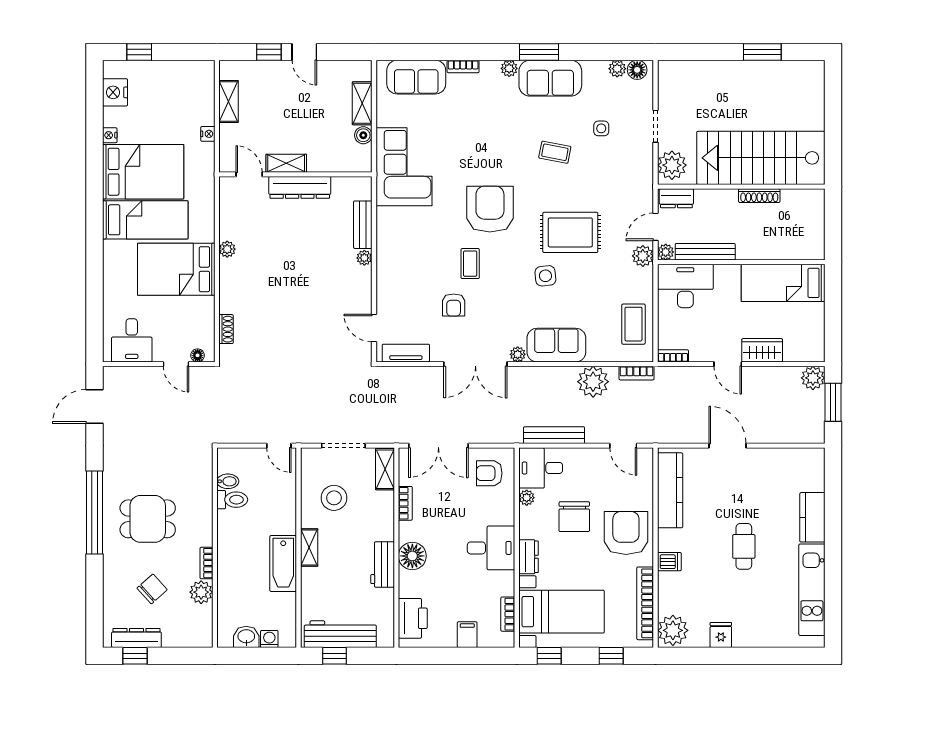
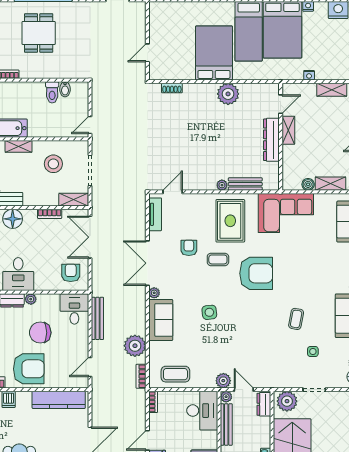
rug: (570, 232) -> (230, 221), moved
plant: (227, 249) -> (228, 94), width x1.88, depth x1.88
armchair: (454, 305) -> (189, 248), turned 90
desk: (132, 340) -> (164, 22), removed
floor lamp: (198, 355) -> (153, 68), removed
plant: (527, 498) -> (31, 299), moved

